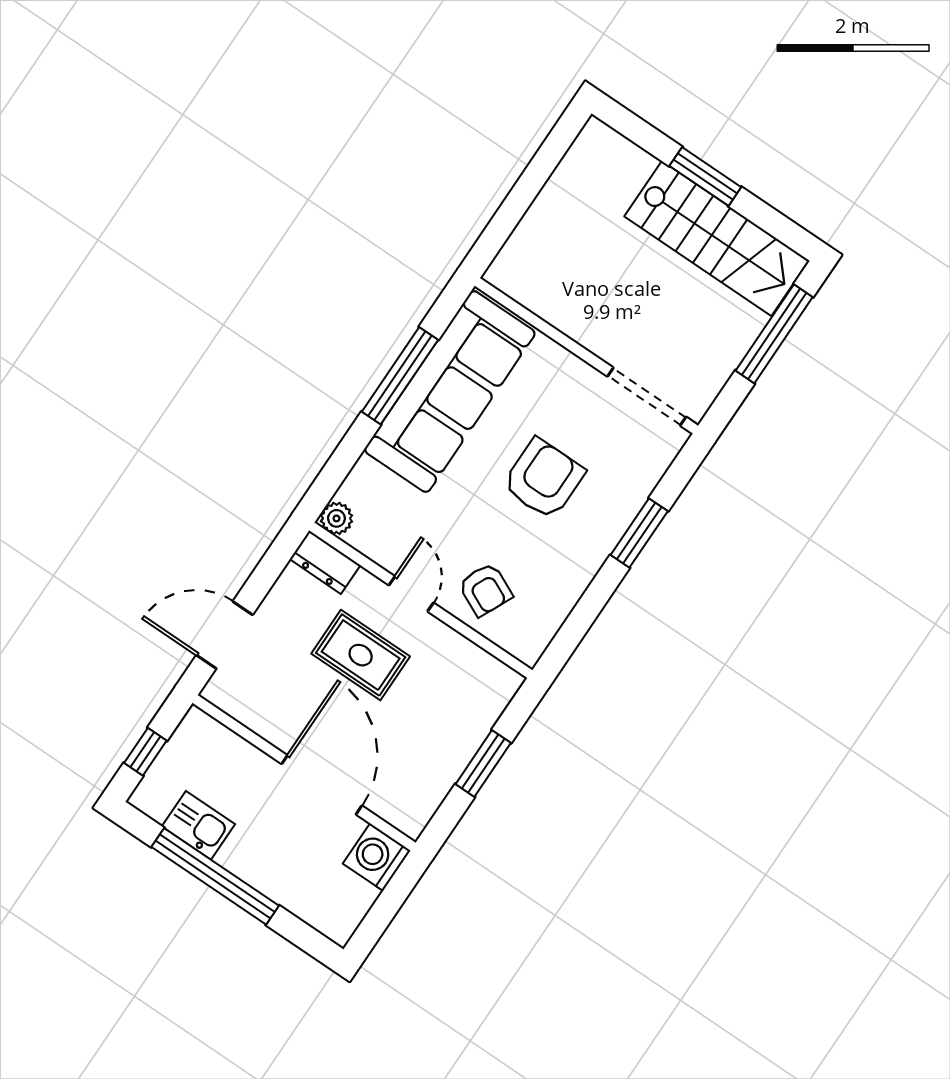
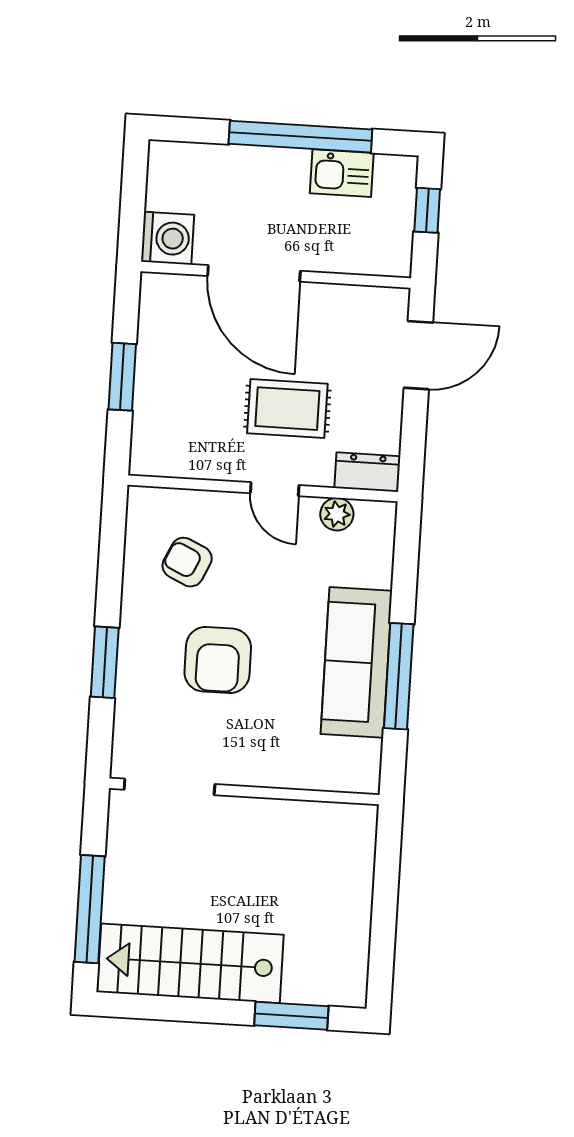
window: (705, 177) -> (291, 1016), moved
sofa: (450, 392) -> (356, 662), width x0.74, depth x0.79
plant: (336, 518) -> (337, 514), moved
armchair: (485, 590) -> (187, 562), moved

